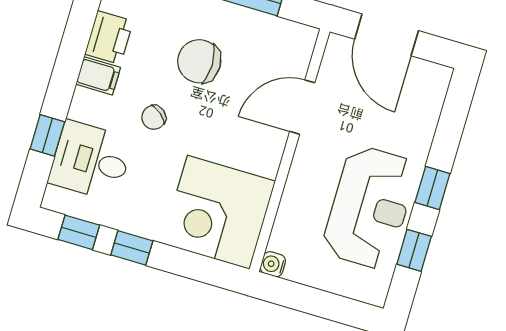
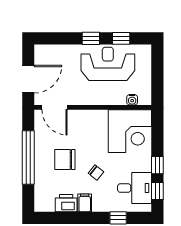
chair: (199, 61) -> (65, 160), turned 90
door: (302, 107) -> (55, 107), moved
desk: (91, 161) -> (135, 188), moved, turned -90
water cooler: (273, 264) -> (132, 100), moved

